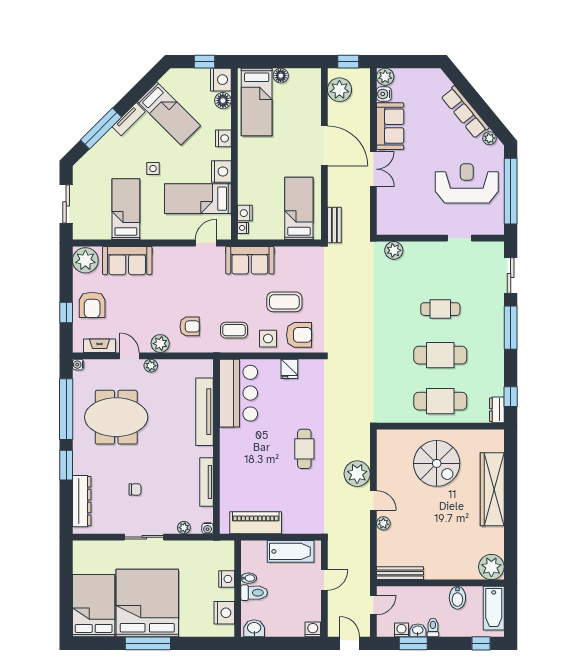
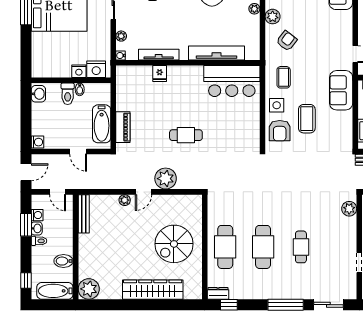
armchair: (190, 326) -> (287, 41), turned -142
fridge: (289, 369) -> (160, 74), moved, turned -90
piano: (256, 523) -> (123, 127), moved, width x0.73, depth x0.75
nightstand: (224, 613) -> (96, 69), moved

